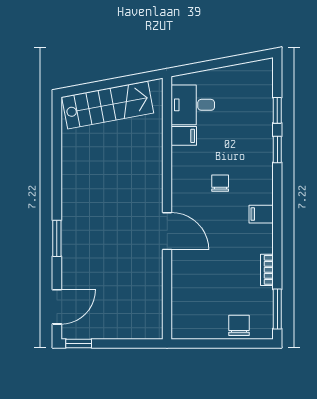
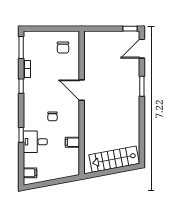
desk: (193, 105) -> (35, 142), moved, turned 180
window: (277, 110) -> (21, 86), moved
filing cabinet: (261, 214) -> (30, 173), moved
chair: (239, 325) -> (63, 48), moved

